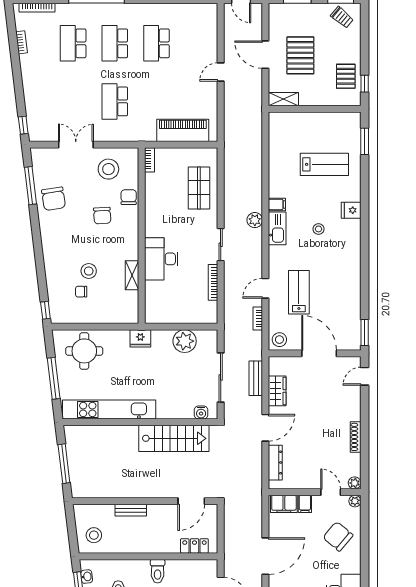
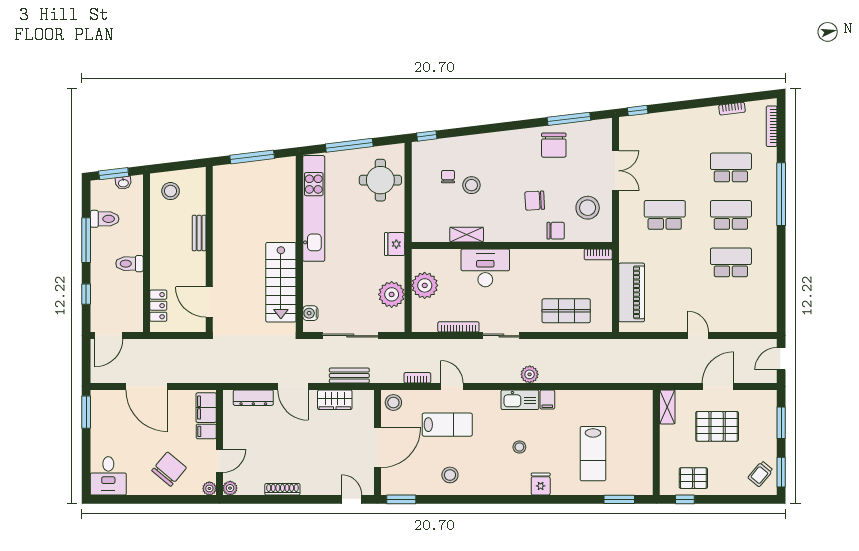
chair: (54, 199) -> (554, 145), turned -81
stool: (343, 290) -> (450, 475), added
plant: (177, 312) -> (425, 285), added

